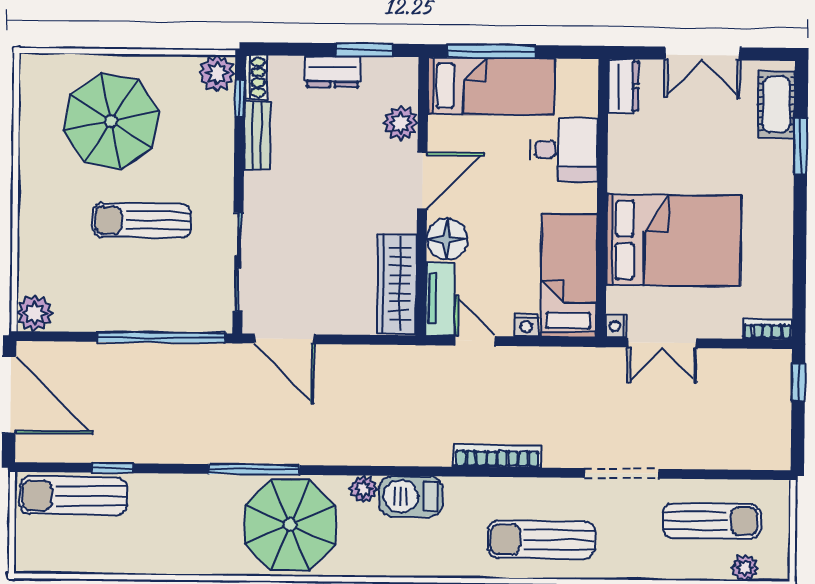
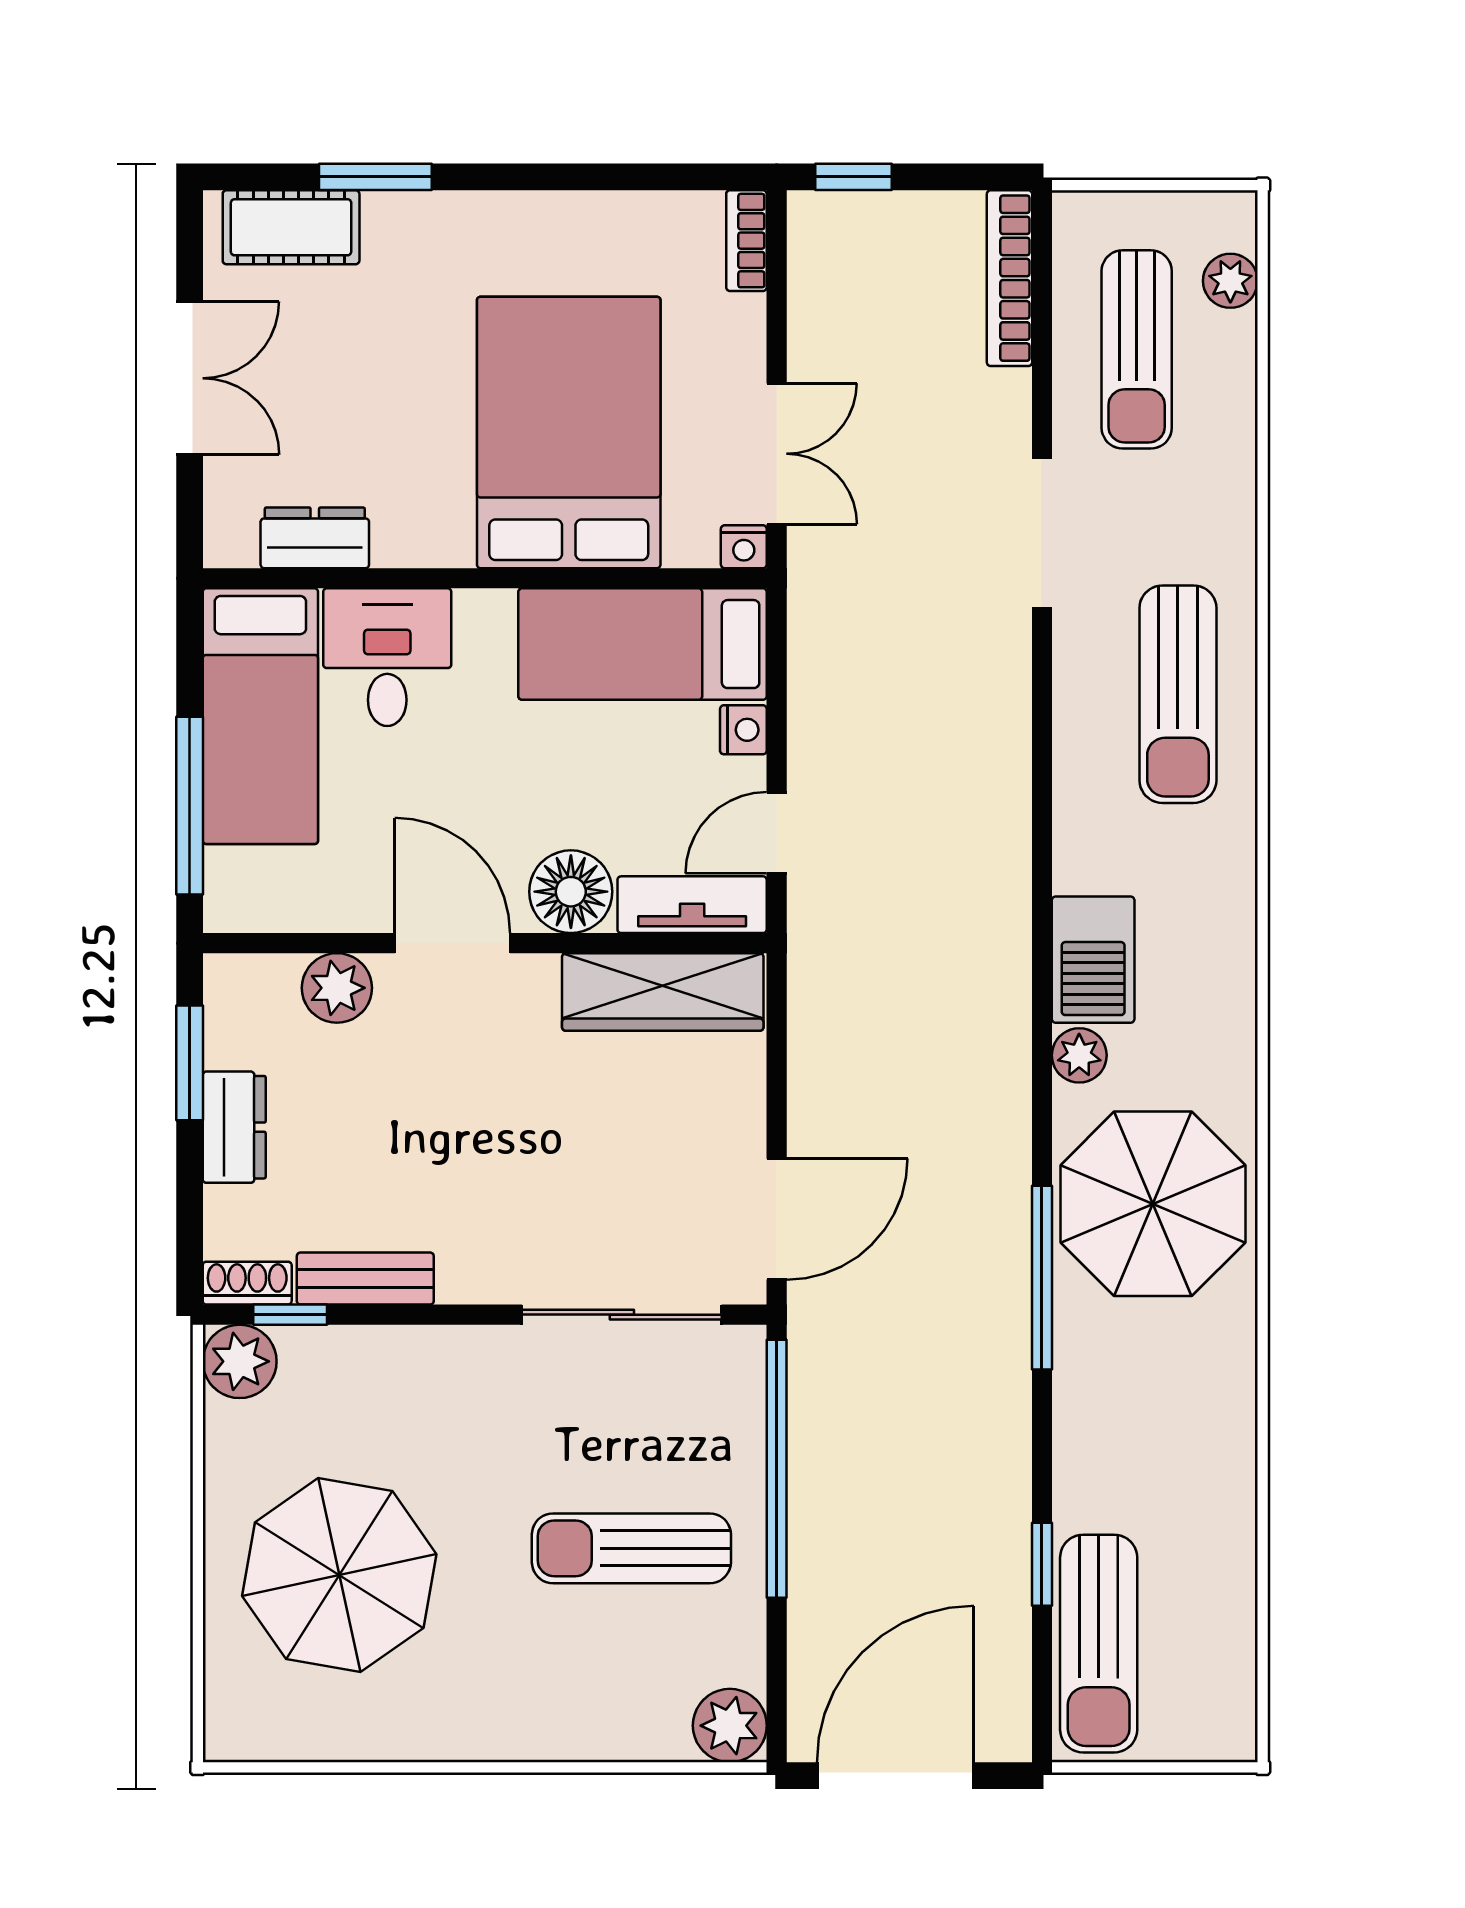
bed: (491, 86) -> (260, 716), moved, turned 180
dresser: (623, 86) -> (315, 538), moved
sun lounger: (142, 220) -> (631, 1548), moved, turned 90
bookcase: (497, 456) -> (1009, 278), moved
sun lounger: (712, 521) -> (1137, 349), turned 180

